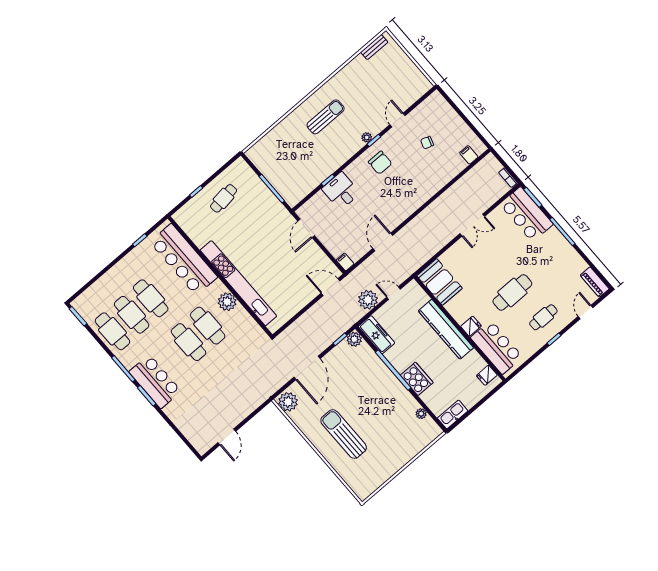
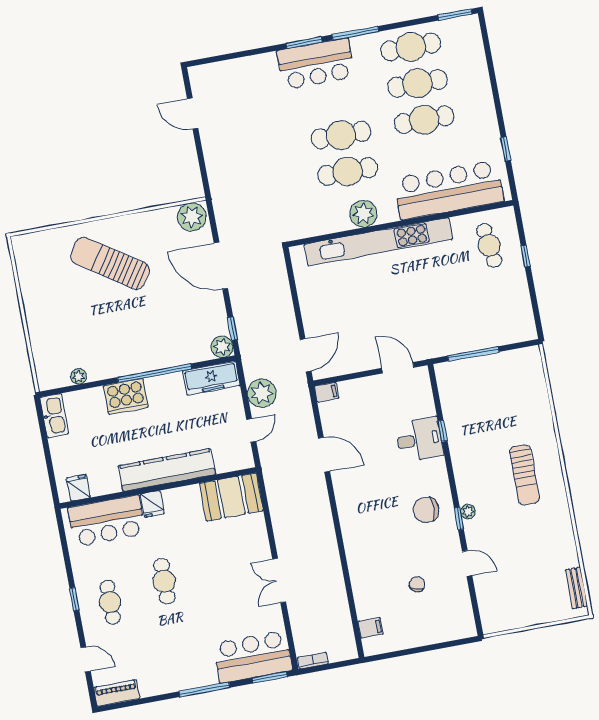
cafe table: (224, 198) -> (489, 245), moved
cafe table: (512, 292) -> (164, 581), width x0.73, depth x0.74
sun lounger: (344, 434) -> (110, 263), turned -146

